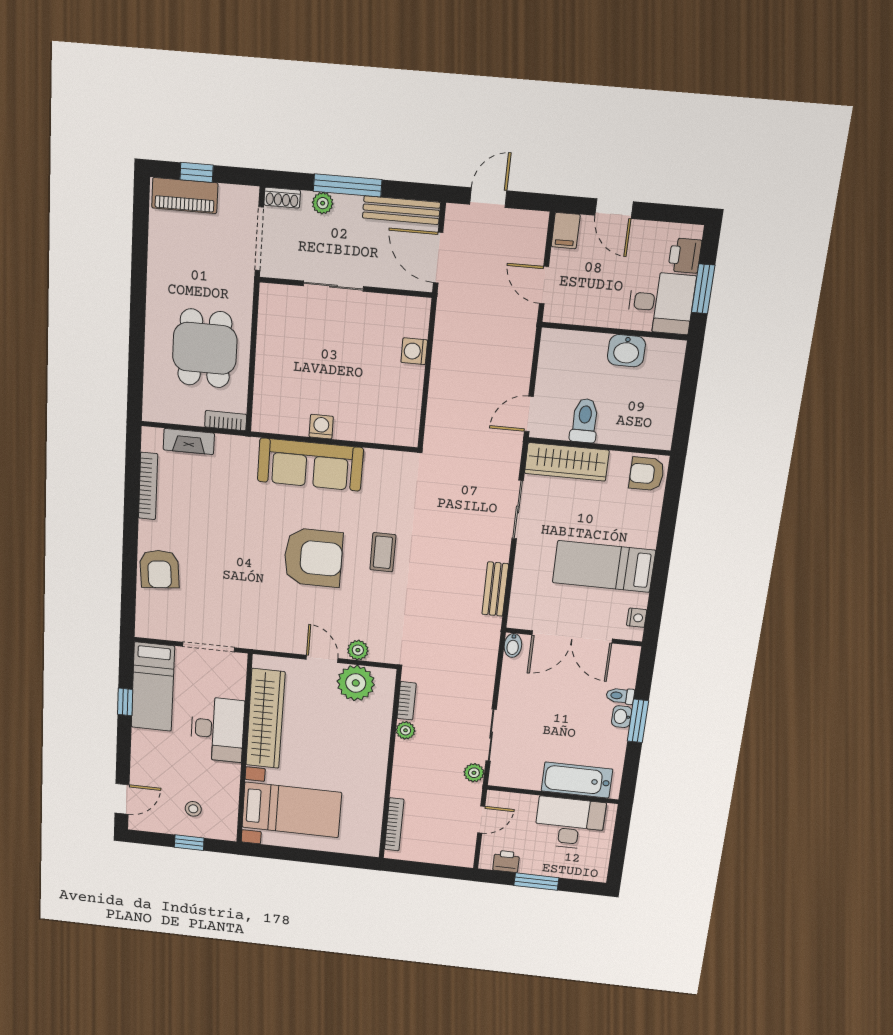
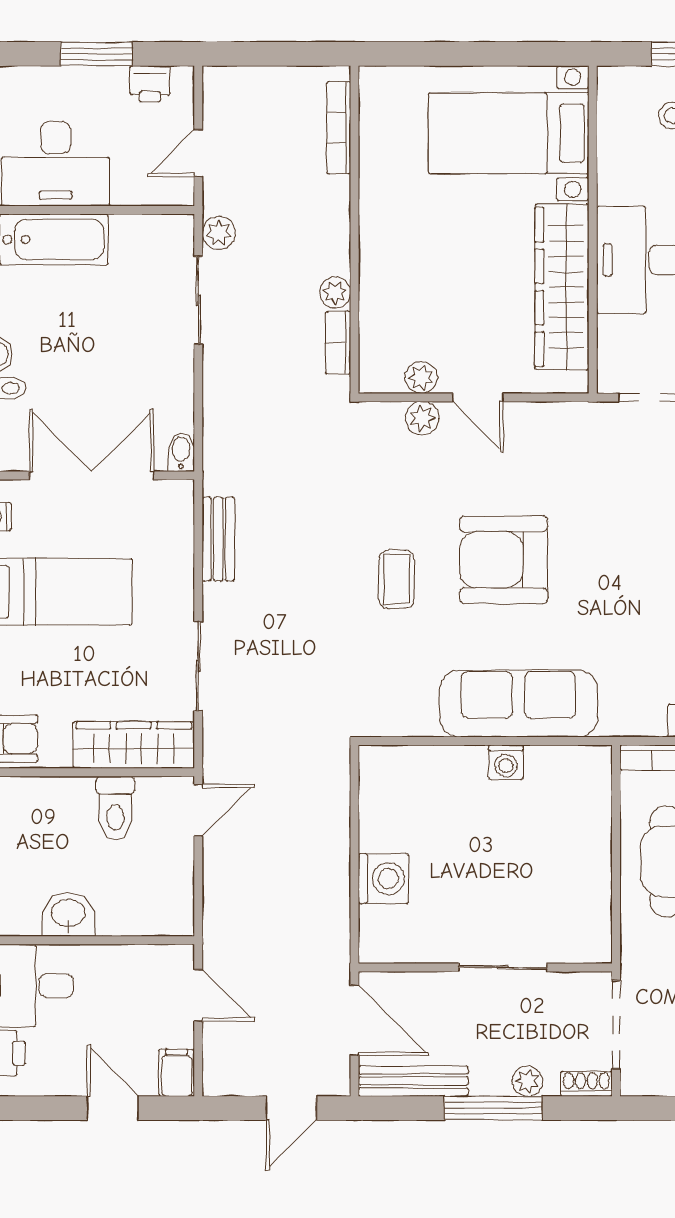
washing machine: (414, 351) -> (383, 879), width x1.38, depth x1.38
plant: (356, 683) -> (421, 377), width x0.53, depth x0.53

